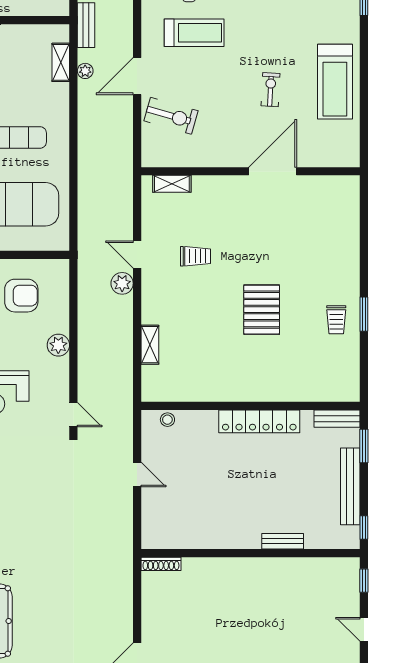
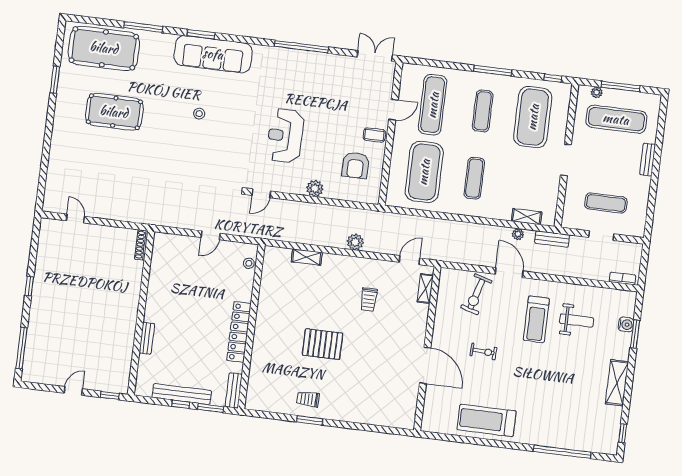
exercise bike: (270, 90) -> (483, 351), moved
door: (137, 255) -> (409, 260), moved
window: (364, 527) -> (181, 404), moved

